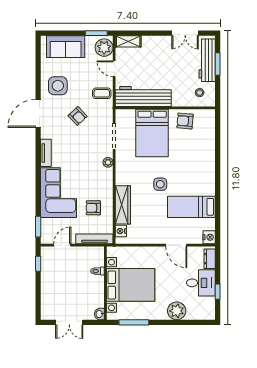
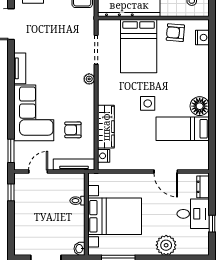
armchair: (78, 116) -> (55, 27), removed
floor lamp: (207, 187) -> (200, 106), added
nightstand: (209, 237) -> (202, 38), moved

